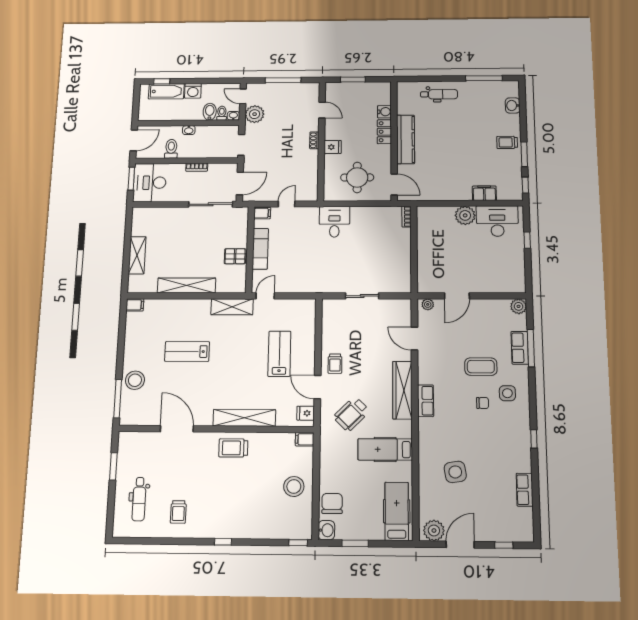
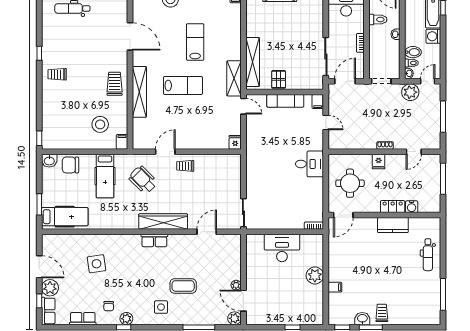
window: (353, 80) -> (443, 179), width x1.44
washbasin: (513, 105) -> (362, 319), moved
kitchen counter: (406, 139) -> (393, 225), width x0.67
door: (240, 183) -> (345, 81), swing flipped
filing cabinet: (484, 193) -> (335, 287), width x0.50
desk: (497, 221) -> (282, 248), moved, turned -90
shelving: (186, 286) -> (253, 62), moved
sliding door: (362, 296) -> (243, 213), moved
door: (457, 296) -> (243, 301), moved
plant: (428, 304) -> (236, 285), moved
row of seats: (520, 348) -> (48, 311), moved, turned 90
lab bench: (279, 354) -> (183, 86), moved
coffee table: (481, 367) -> (183, 286), turned 90
chair: (483, 403) -> (109, 306), moved
fridge: (306, 413) -> (235, 142), moved
door: (177, 429) -> (130, 36), hinge flipped
plant: (523, 435) -> (126, 319), added
hospital bed: (385, 449) -> (105, 176), moved, turned 180
stool: (294, 486) -> (100, 124), moved
chair: (332, 503) -> (70, 165), turned 180
trolley: (178, 512) -> (57, 74), moved
plant: (434, 530) -> (50, 288), moved
window: (223, 542) -> (39, 53), moved
window: (355, 543) -> (39, 204), moved

